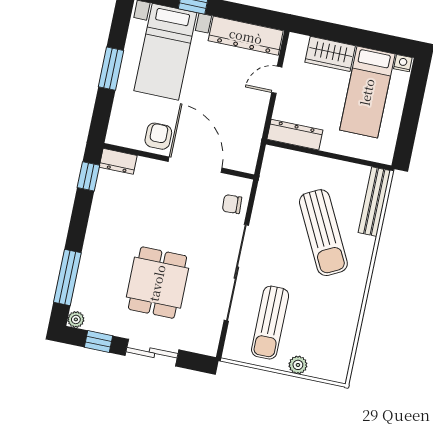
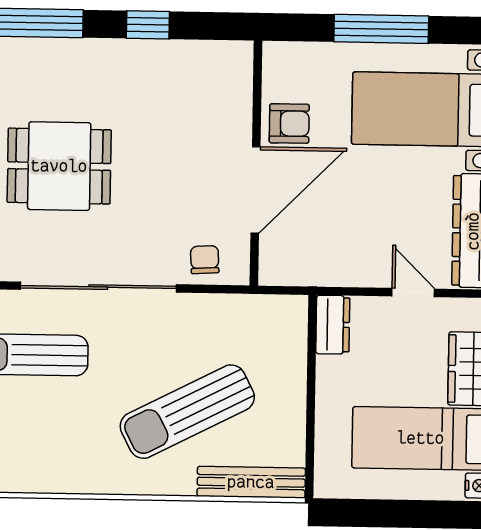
window: (111, 69) -> (381, 29), width x1.44
dresser: (295, 135) -> (333, 325), width x0.70
dresser: (118, 161) -> (238, 68), removed
window: (88, 176) -> (148, 25), moved

